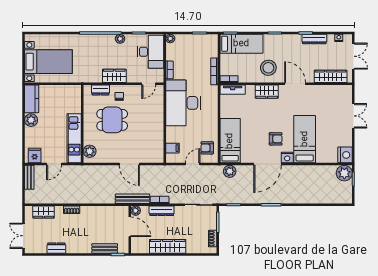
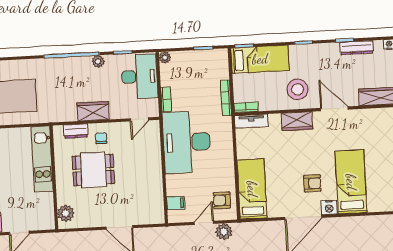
kitchen unit: (74, 138) -> (42, 159), moved
plant: (230, 171) -> (224, 232), moved

